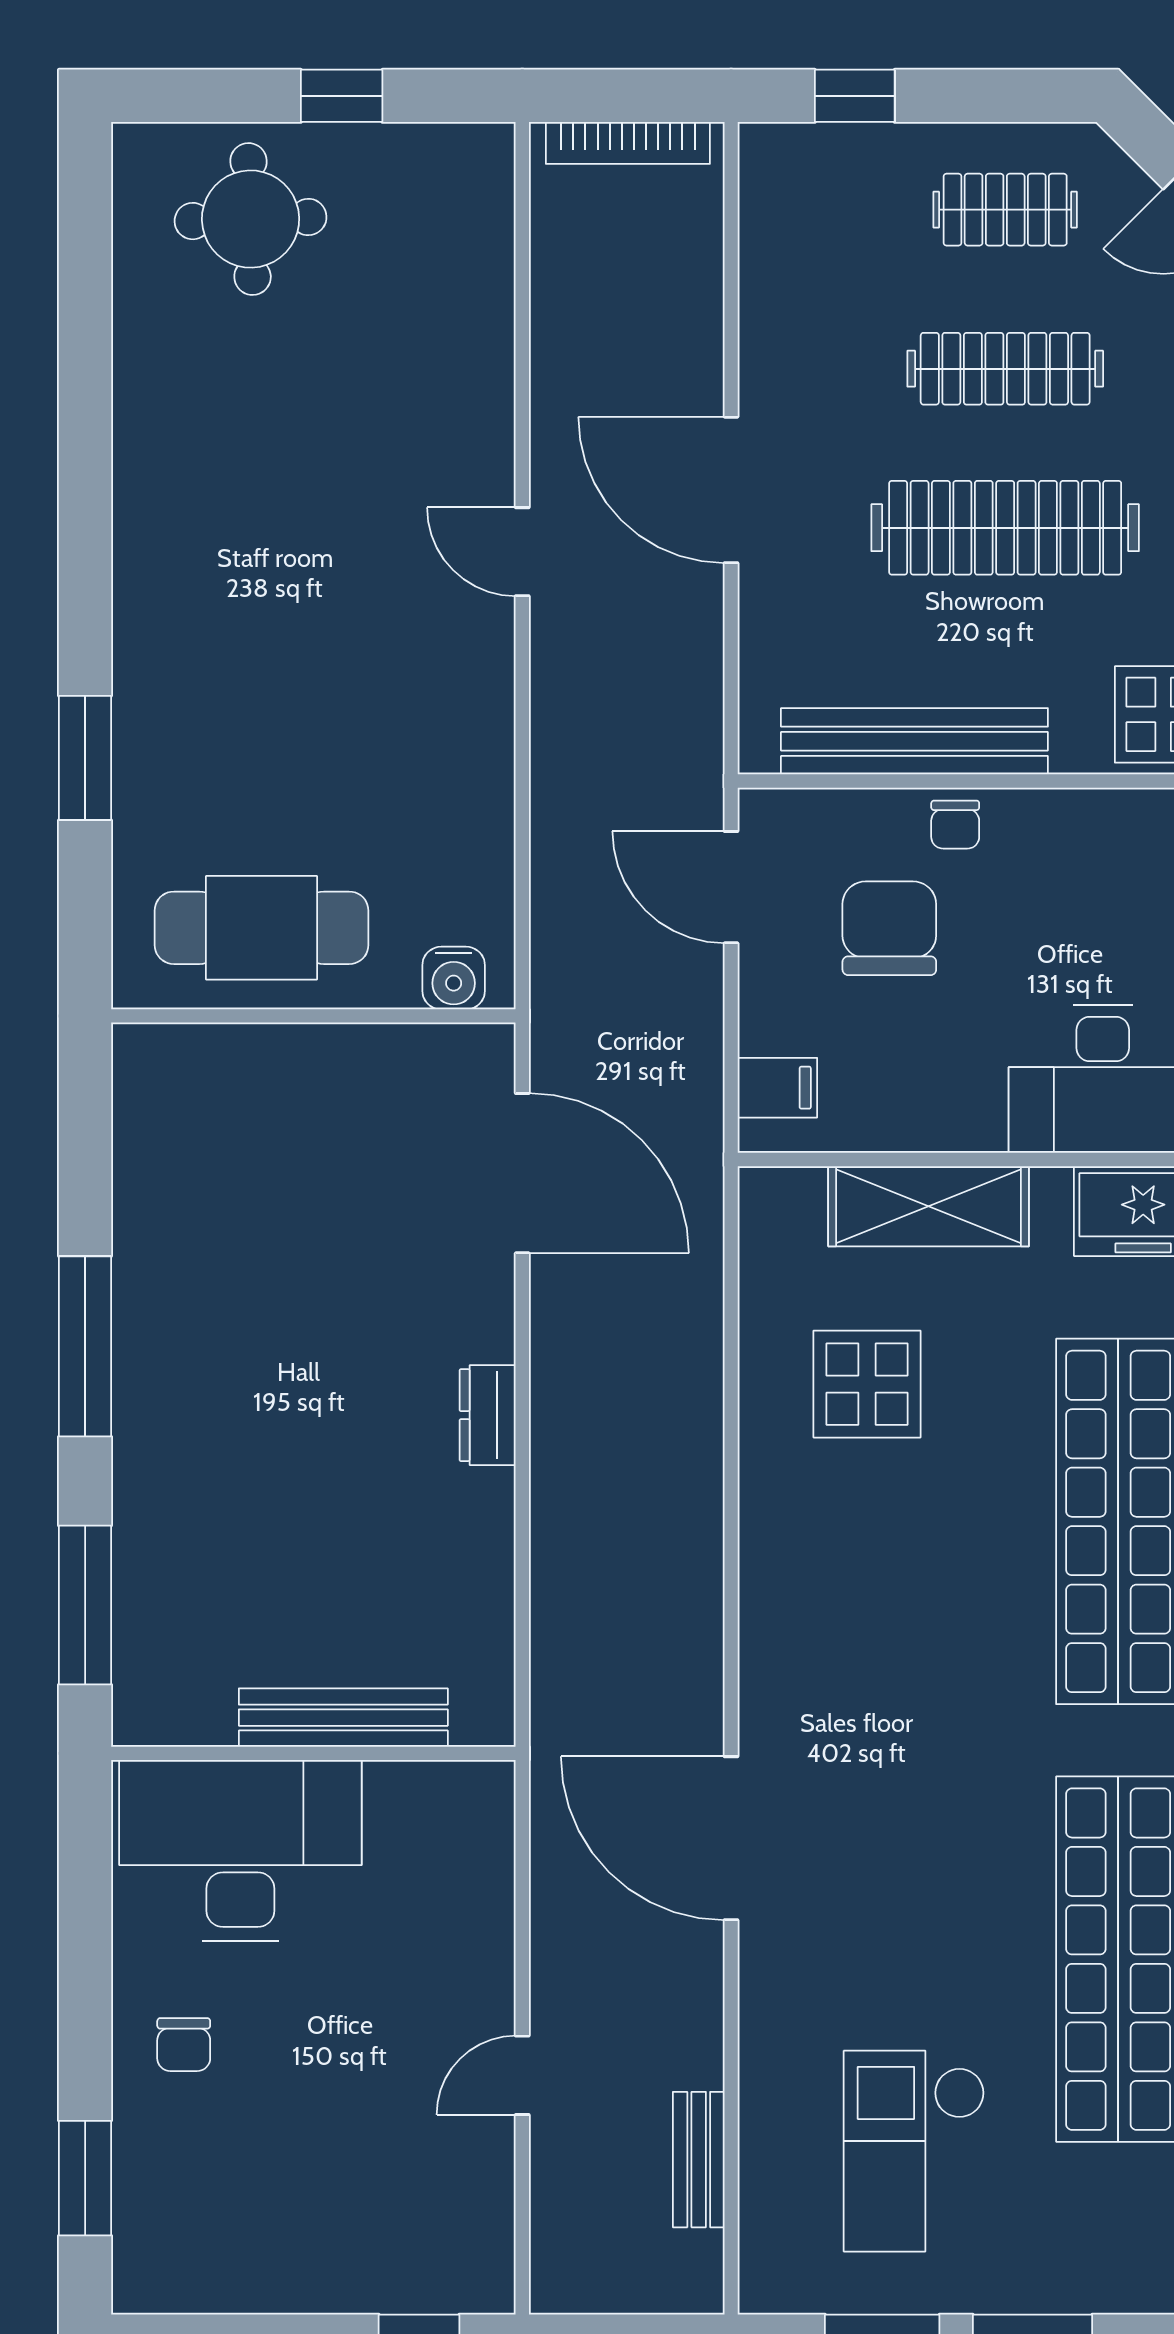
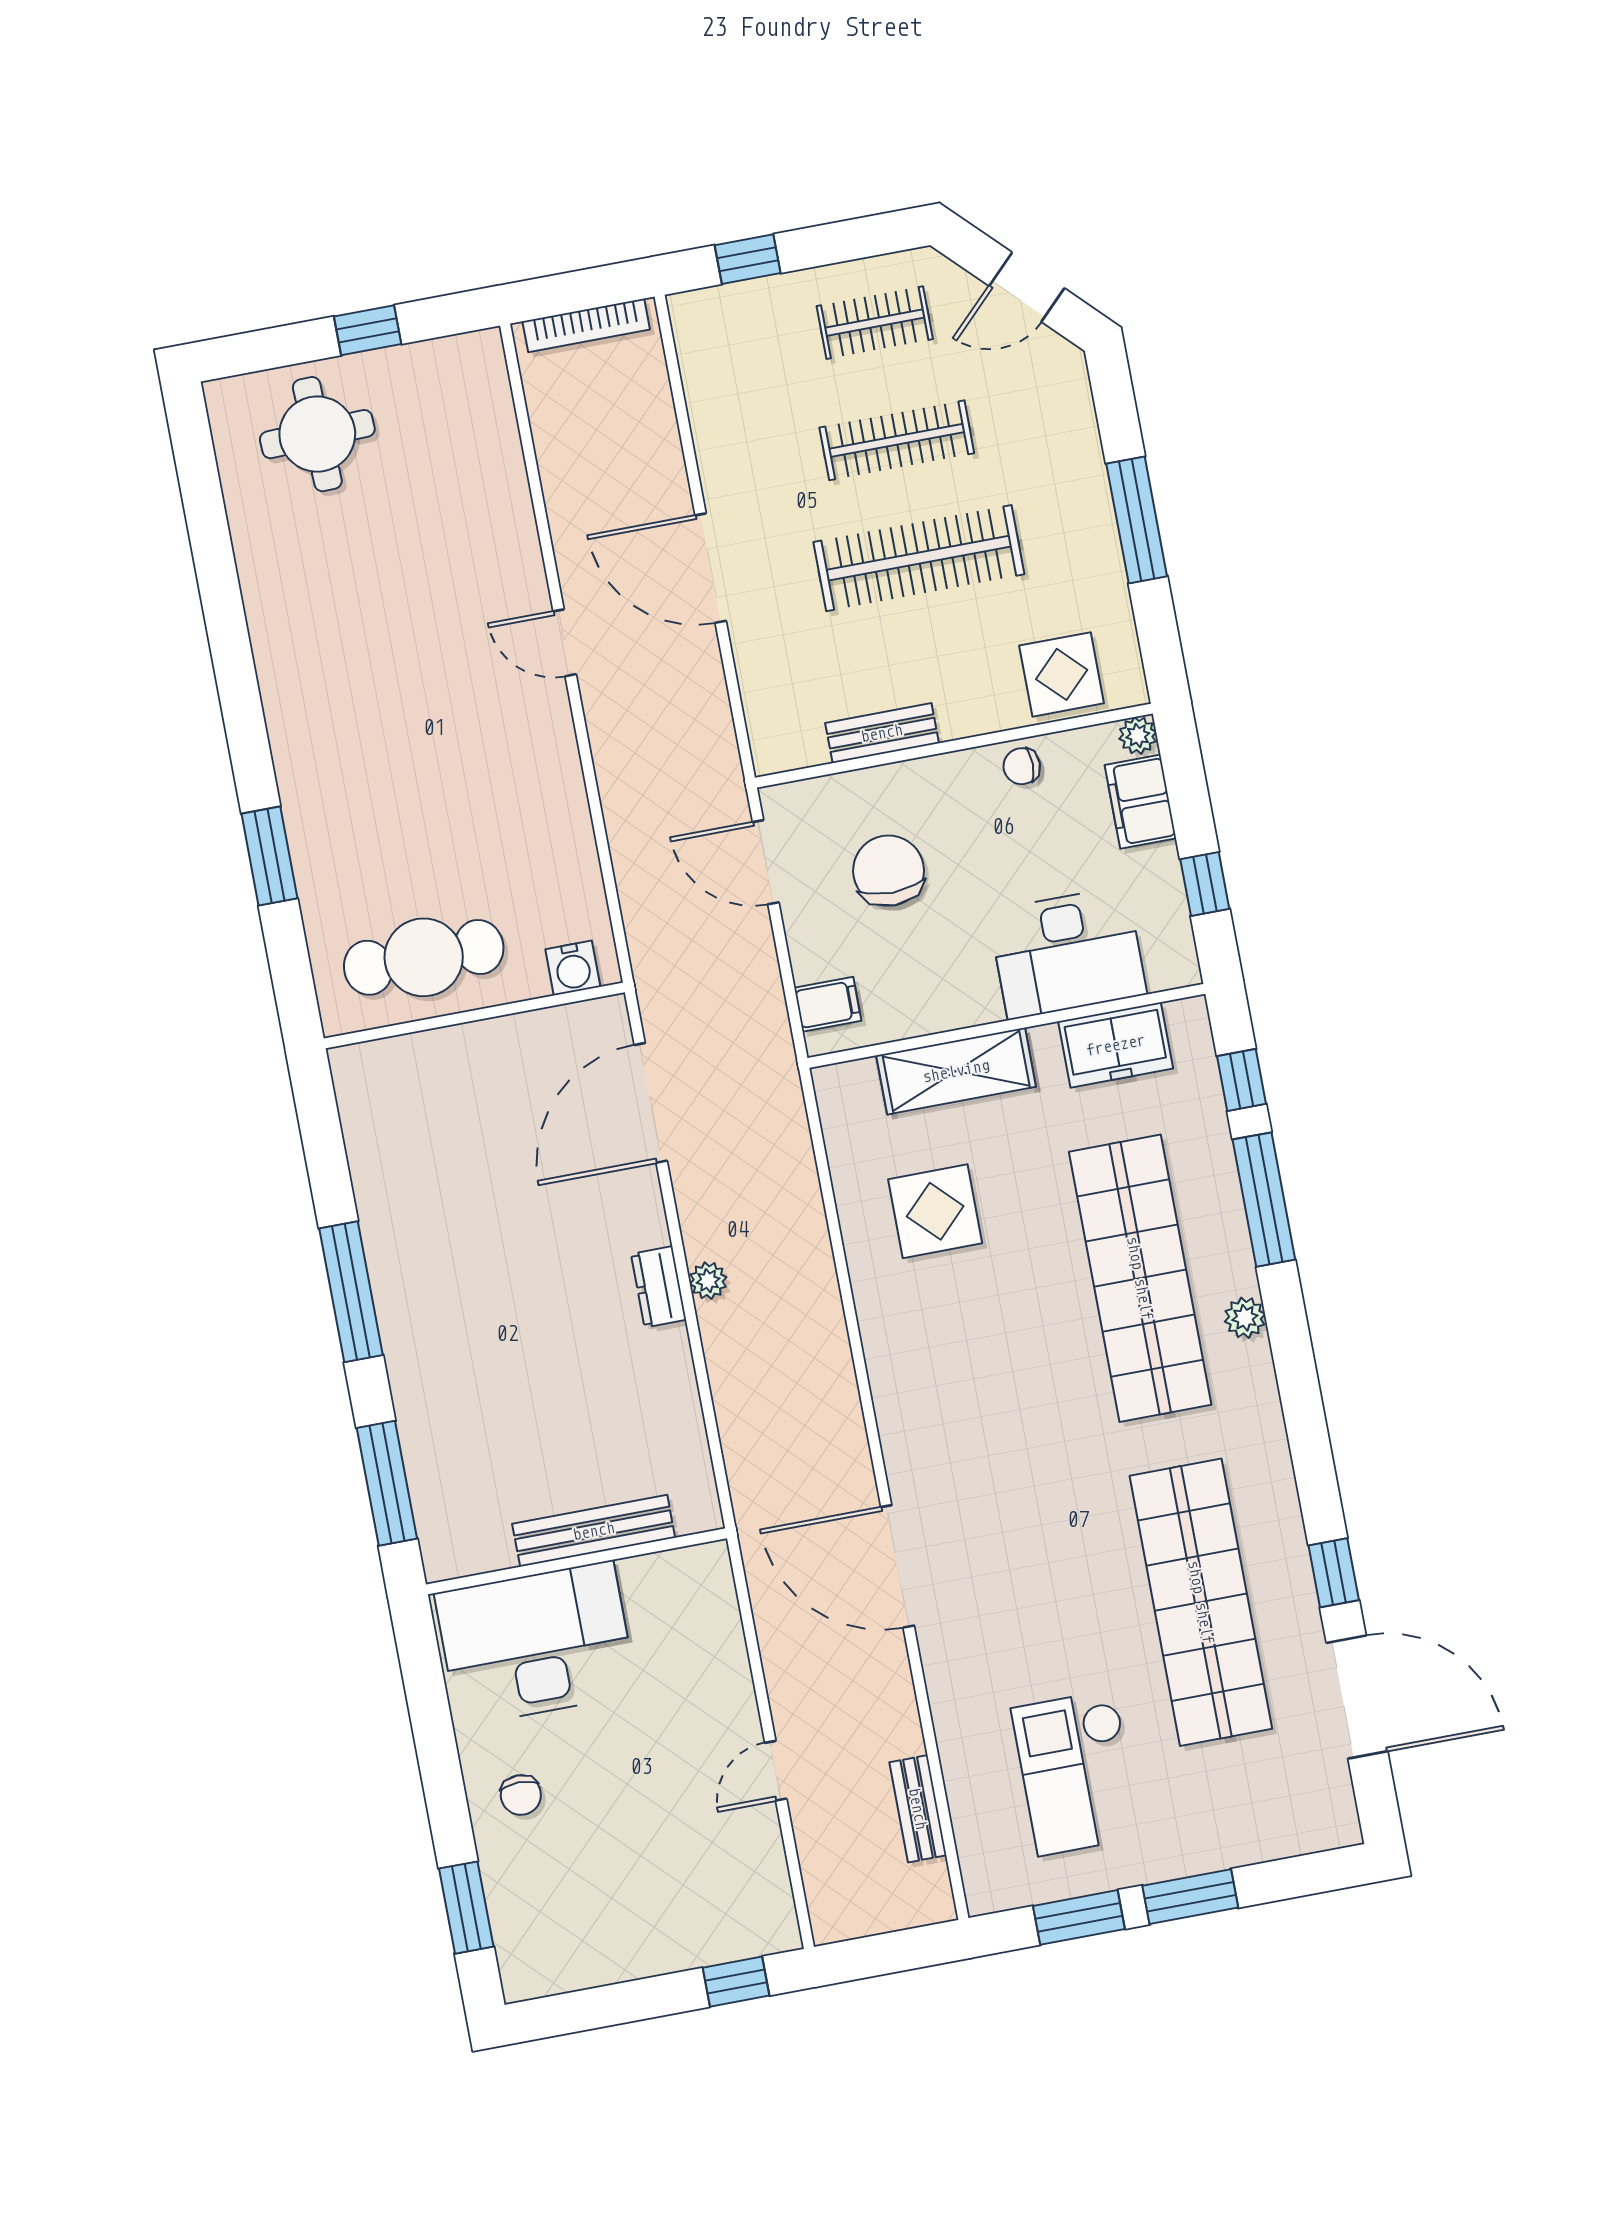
bench: (914, 741) -> (882, 733), width x0.54, depth x0.82
chair: (955, 825) -> (1022, 766), moved, turned 90
door: (522, 1173) -> (651, 1103), swing flipped
plant: (554, 1419) -> (708, 1281), added

